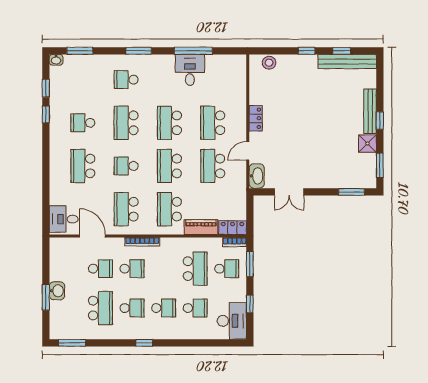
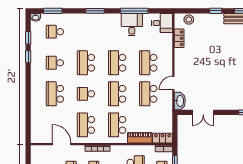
school desk: (126, 80) -> (55, 32), moved
locker: (256, 118) -> (179, 38), moved
desk: (64, 219) -> (162, 23), moved, turned 180

